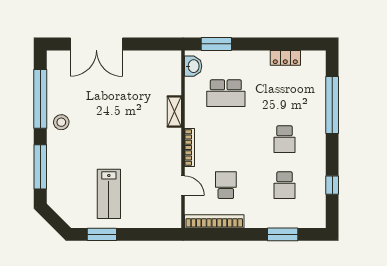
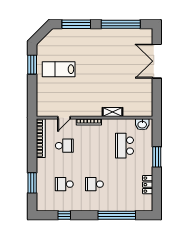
window: (216, 44) -> (157, 157), moved
stool: (61, 122) -> (106, 38), removed

